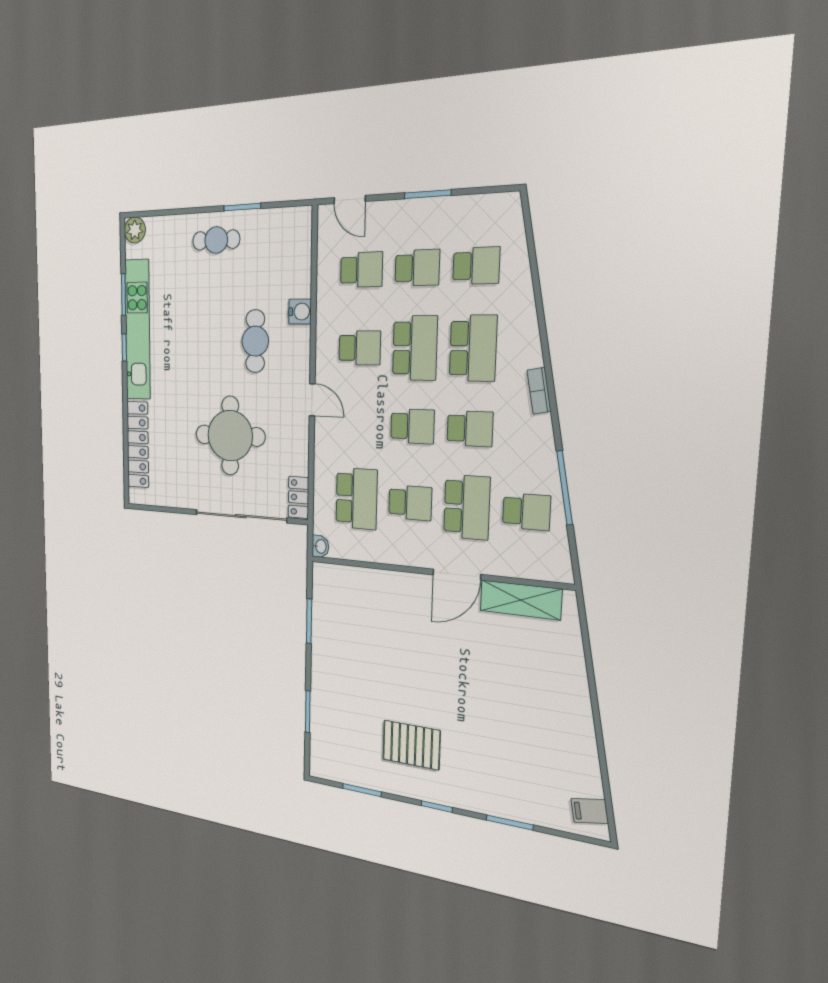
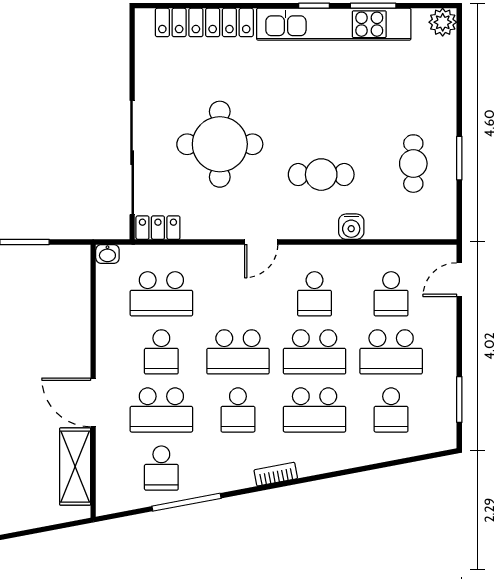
window: (428, 194) -> (459, 399), moved
cafe table: (216, 240) -> (413, 164), moved
school desk: (417, 268) -> (391, 352), width x1.85
school desk: (412, 426) -> (238, 352), width x1.85

